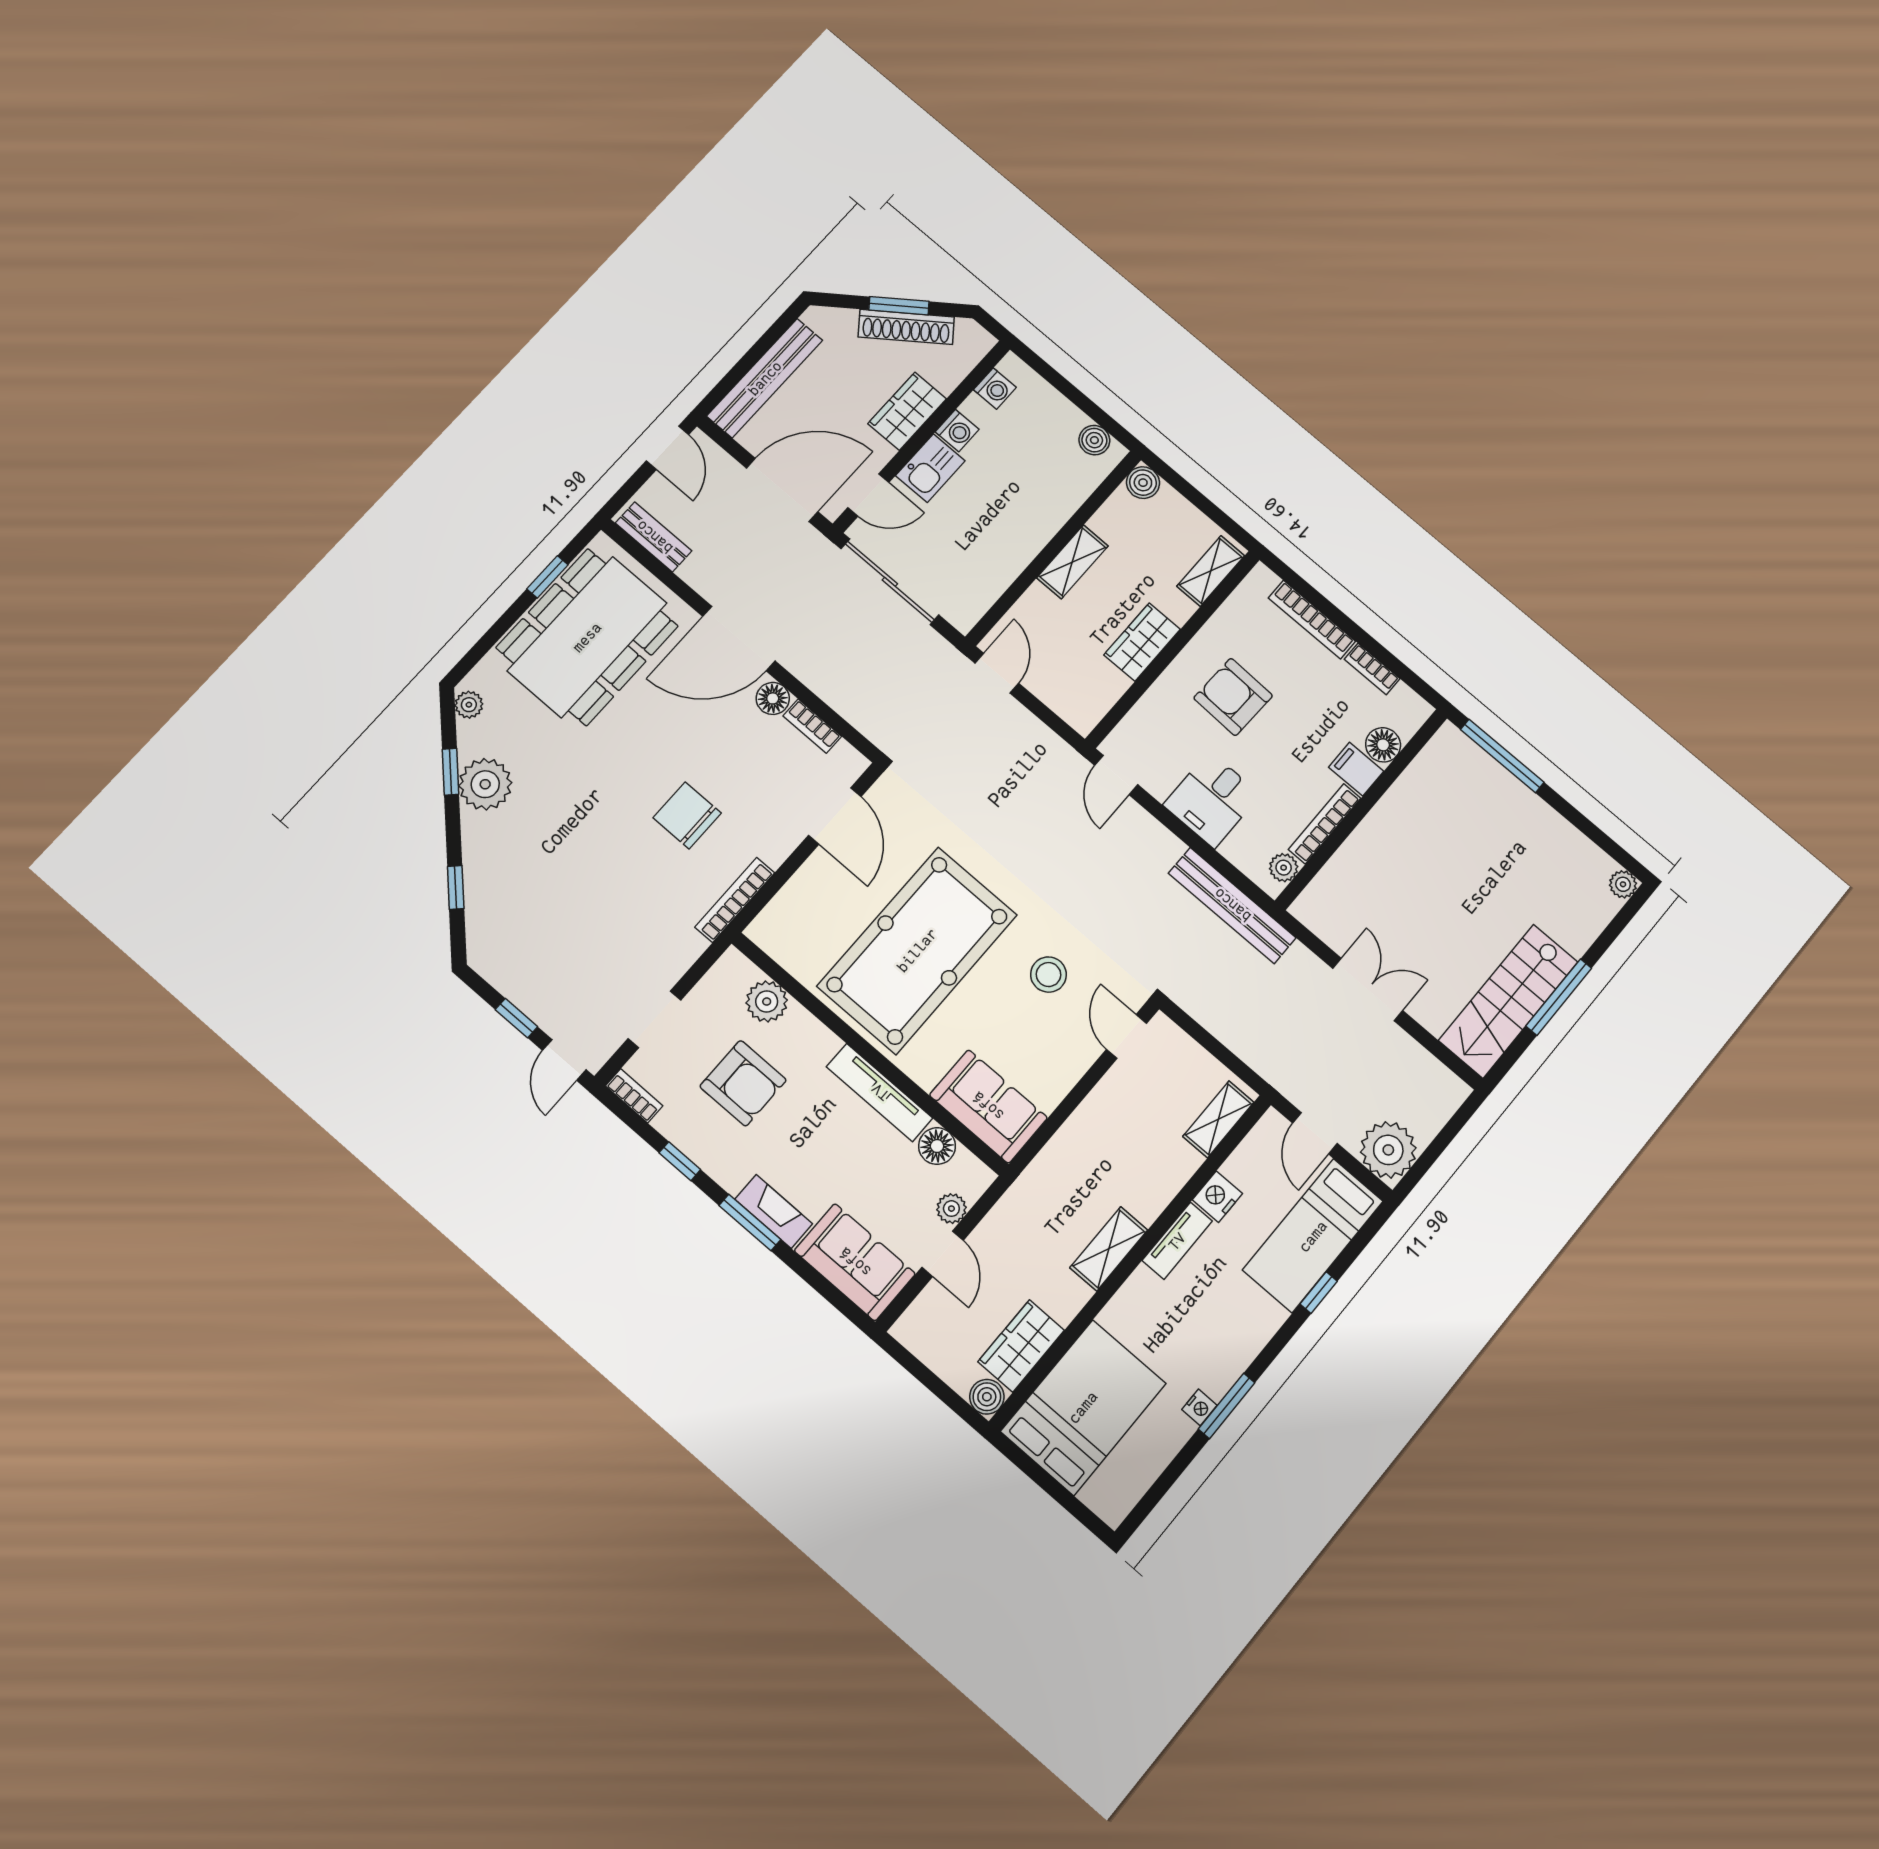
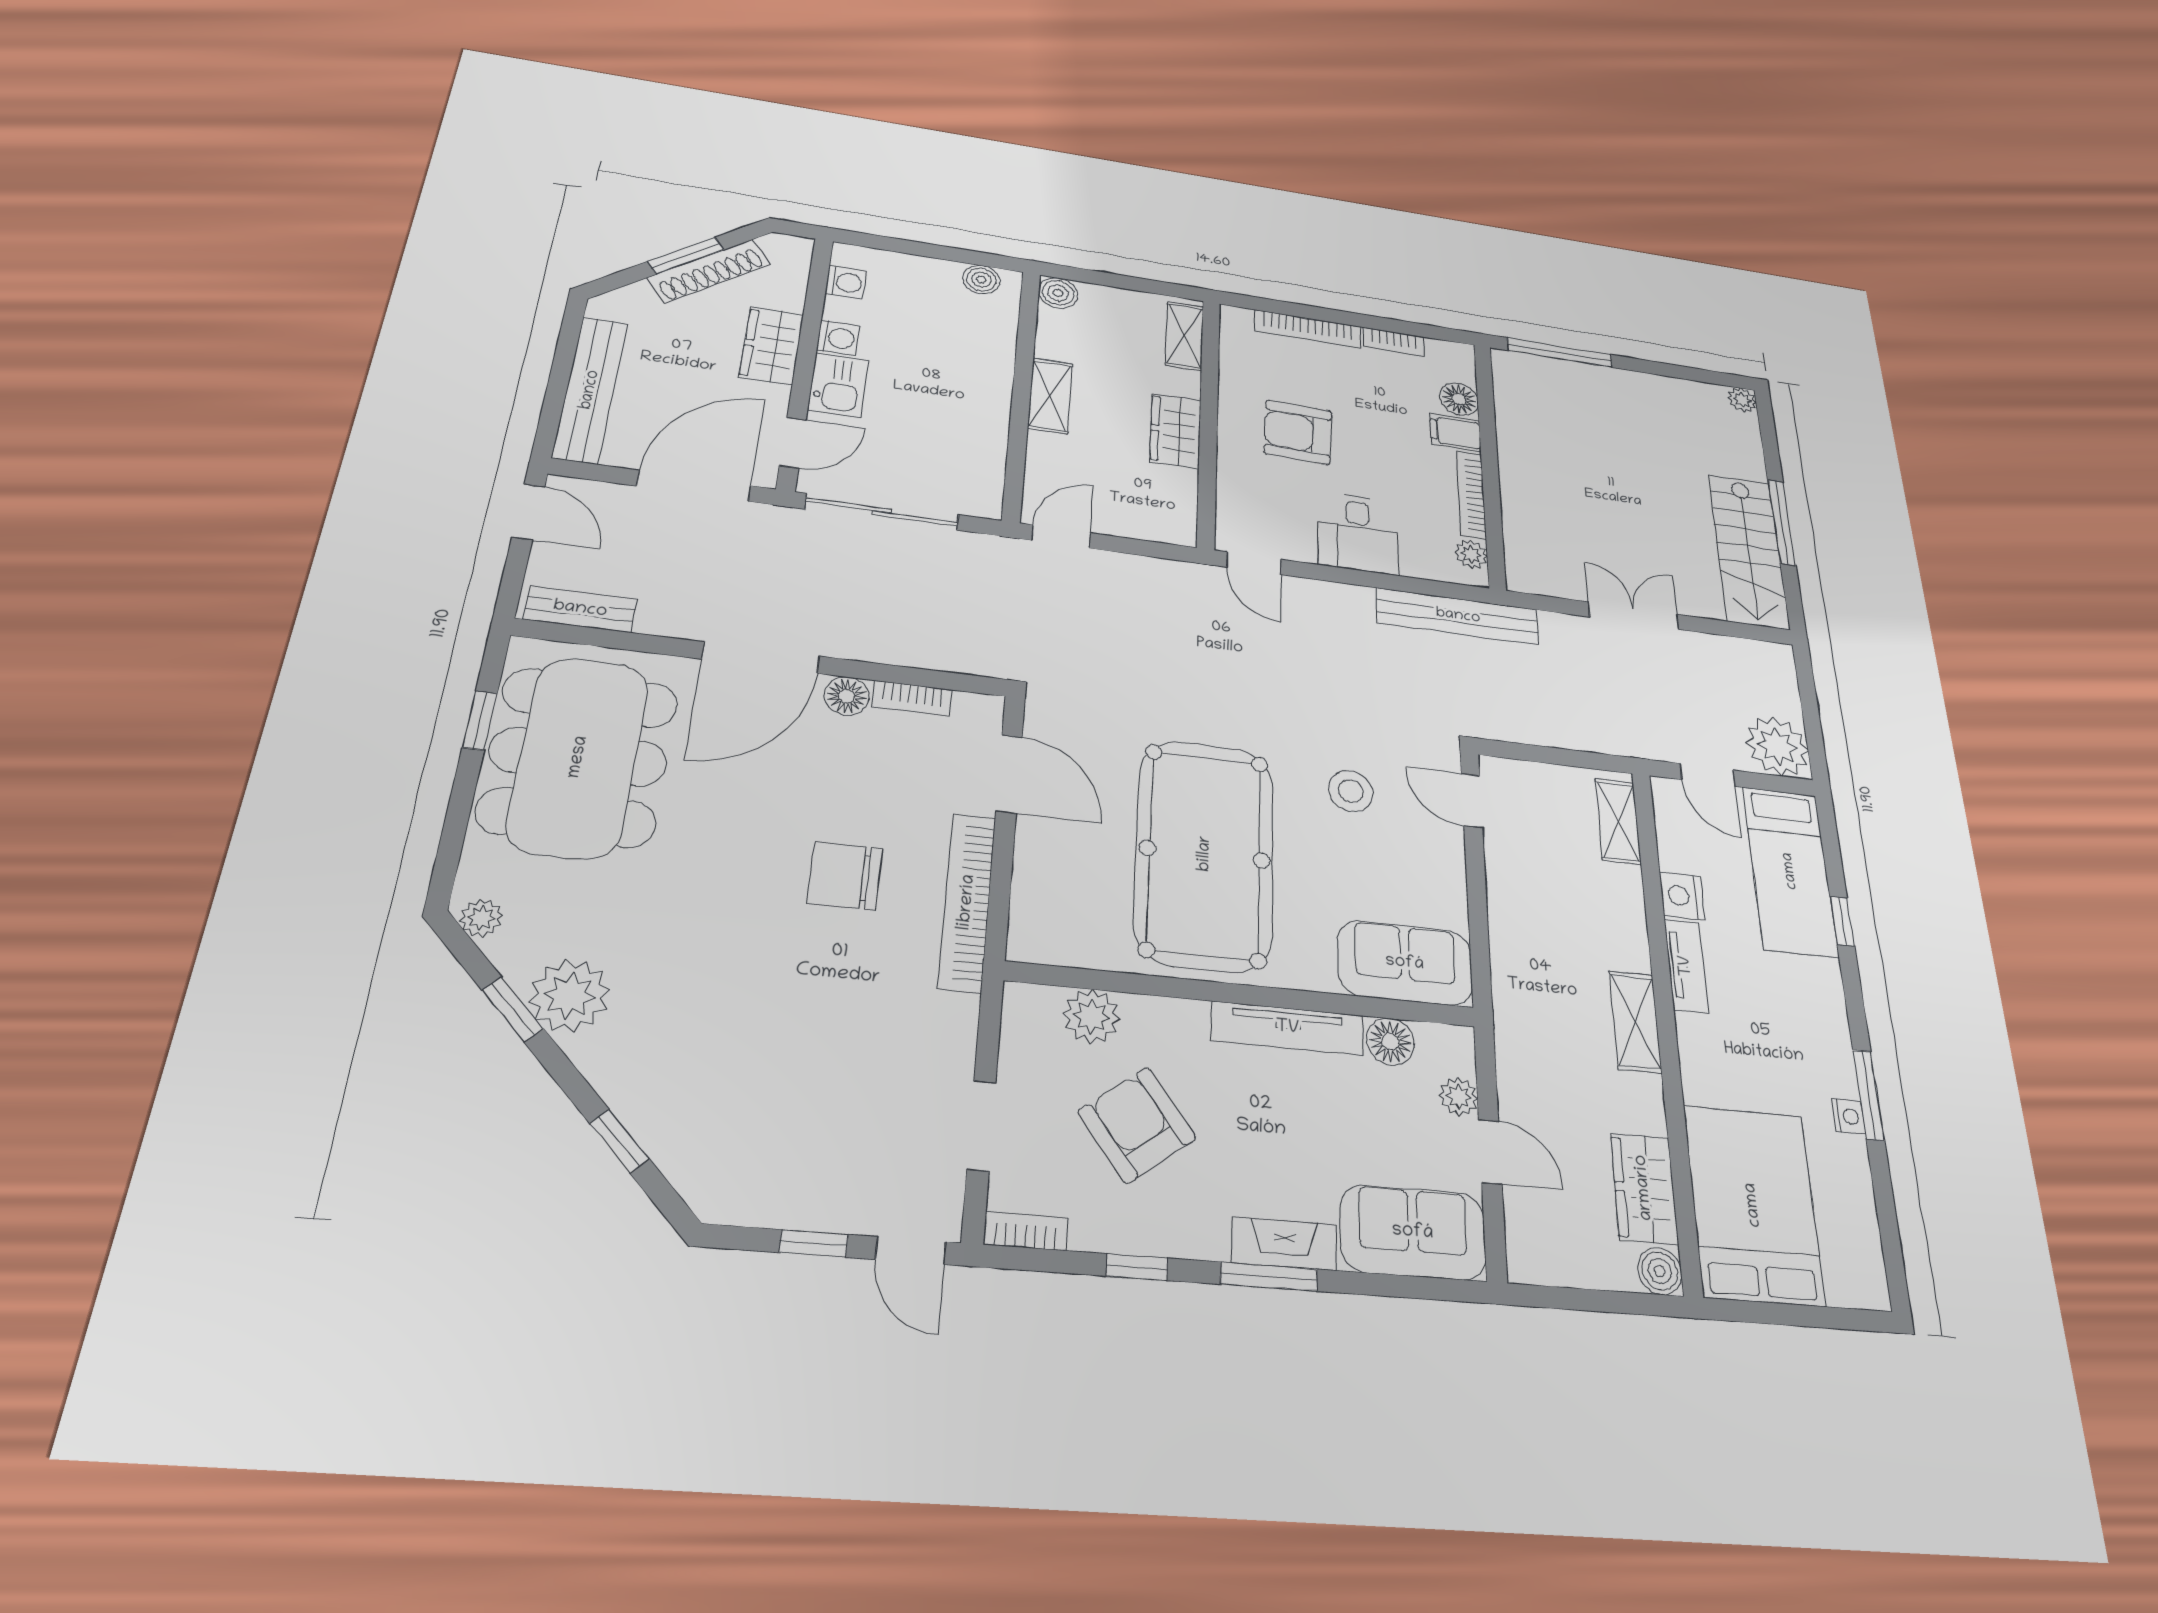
door: (997, 673) -> (1061, 537), hinge flipped
bookcase: (735, 900) -> (967, 902), width x1.48, depth x1.31
armchair: (743, 1083) -> (1137, 1125), turned -127

